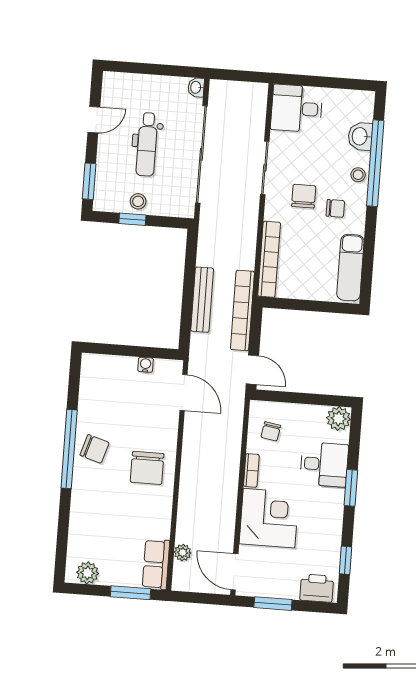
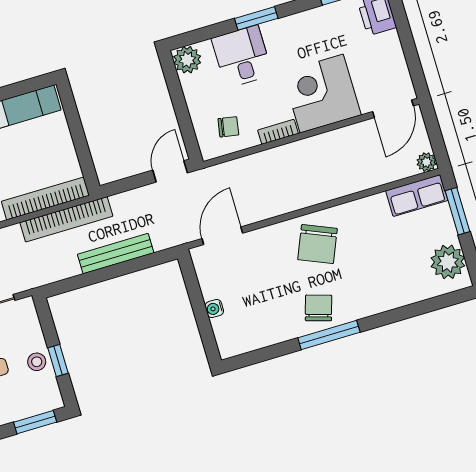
bookcase: (242, 310) -> (66, 219), moved
water cooler: (145, 365) -> (214, 309), moved
window: (69, 449) -> (329, 335), width x0.68
chair: (147, 468) -> (317, 244), turned 113
plant: (183, 553) -> (426, 162), moved
plant: (88, 573) -> (448, 262), width x1.36, depth x1.36
window: (273, 604) -> (411, 55), removed

